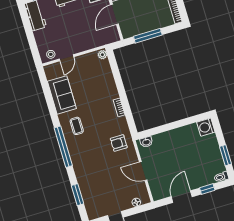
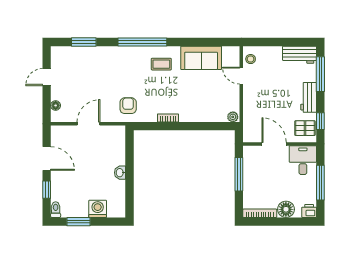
washing machine: (206, 127) -> (98, 209), moved
washbasin: (146, 142) -> (120, 173), moved

